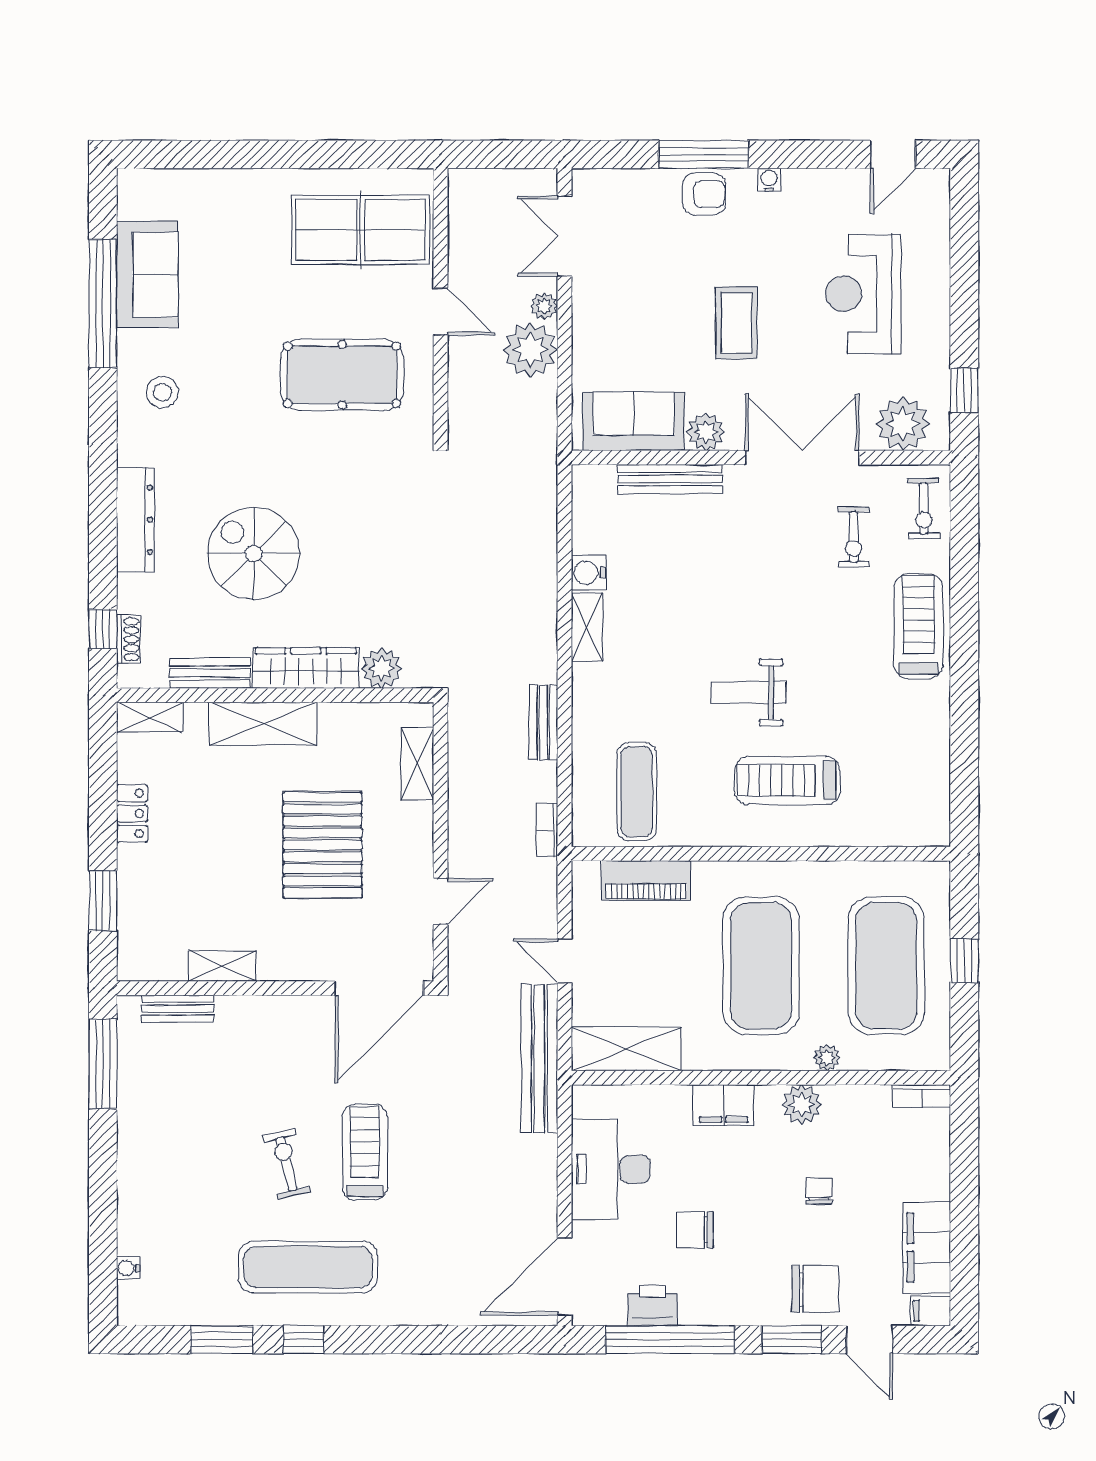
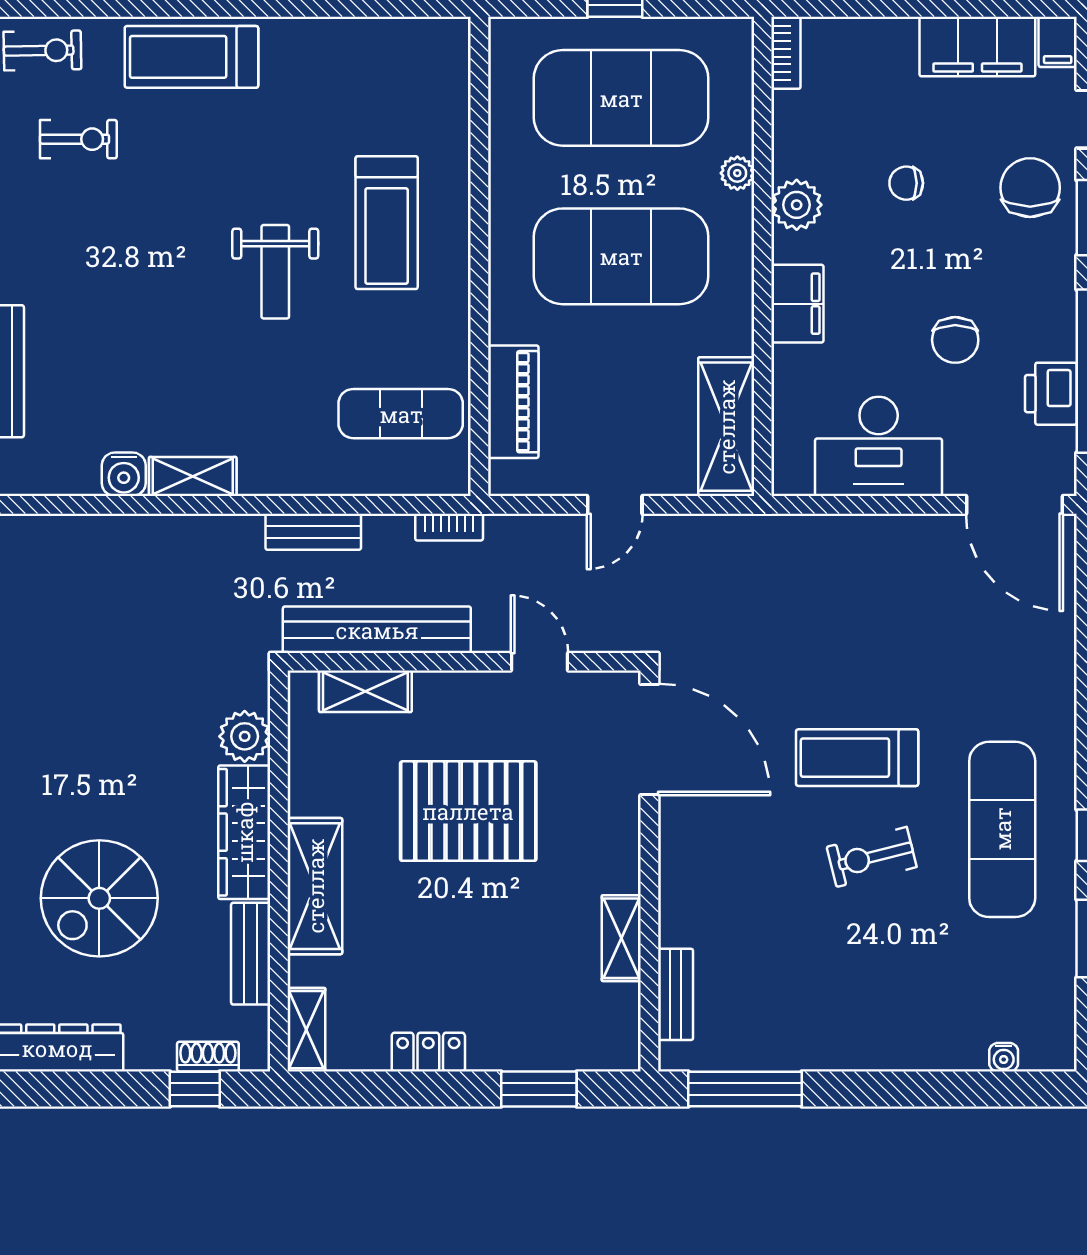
bench: (539, 1058) -> (377, 630), moved

